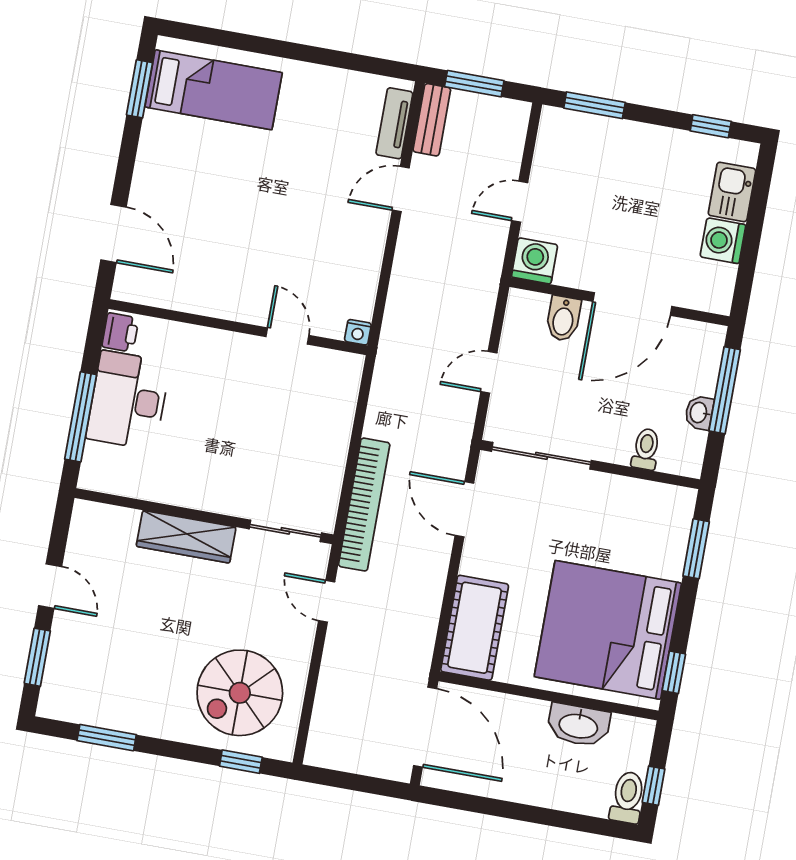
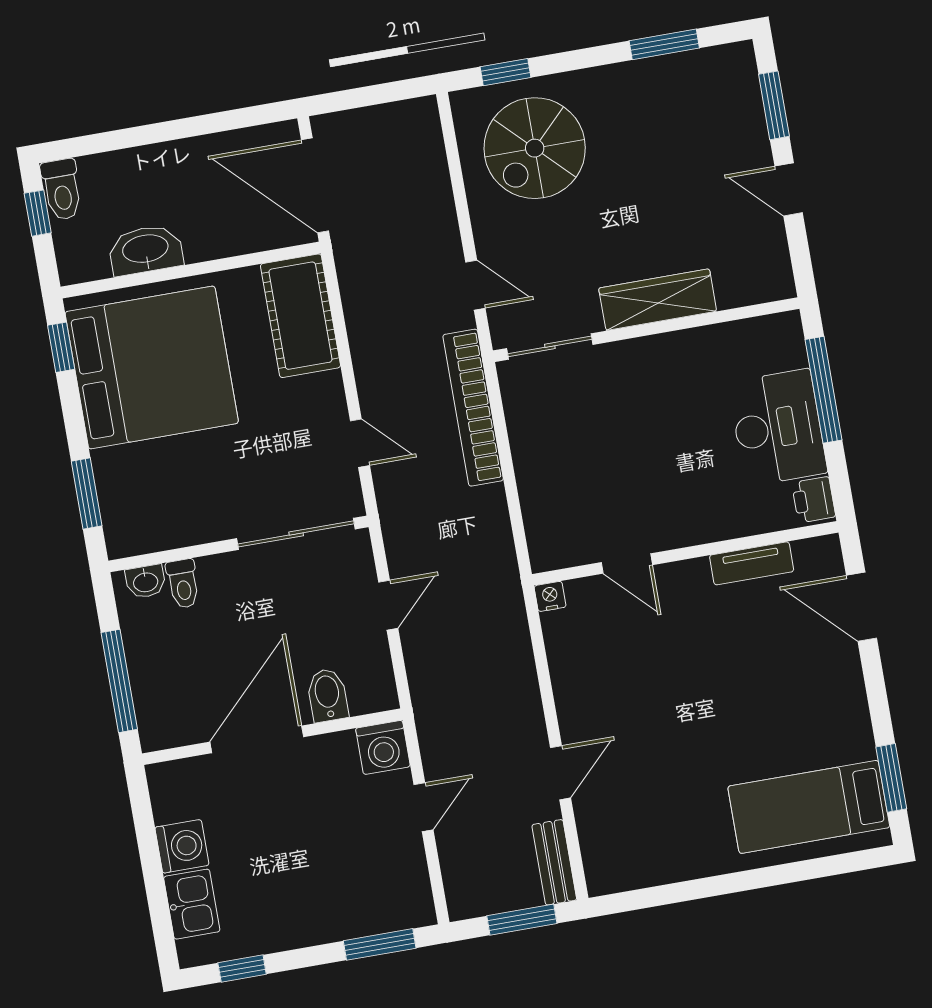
tv unit: (394, 123) -> (752, 563), moved, turned 90
washbasin: (699, 413) -> (146, 581), moved, turned 90
door: (464, 509) -> (360, 443), width x0.73
spiral stairs: (240, 693) -> (535, 148), turned 180

